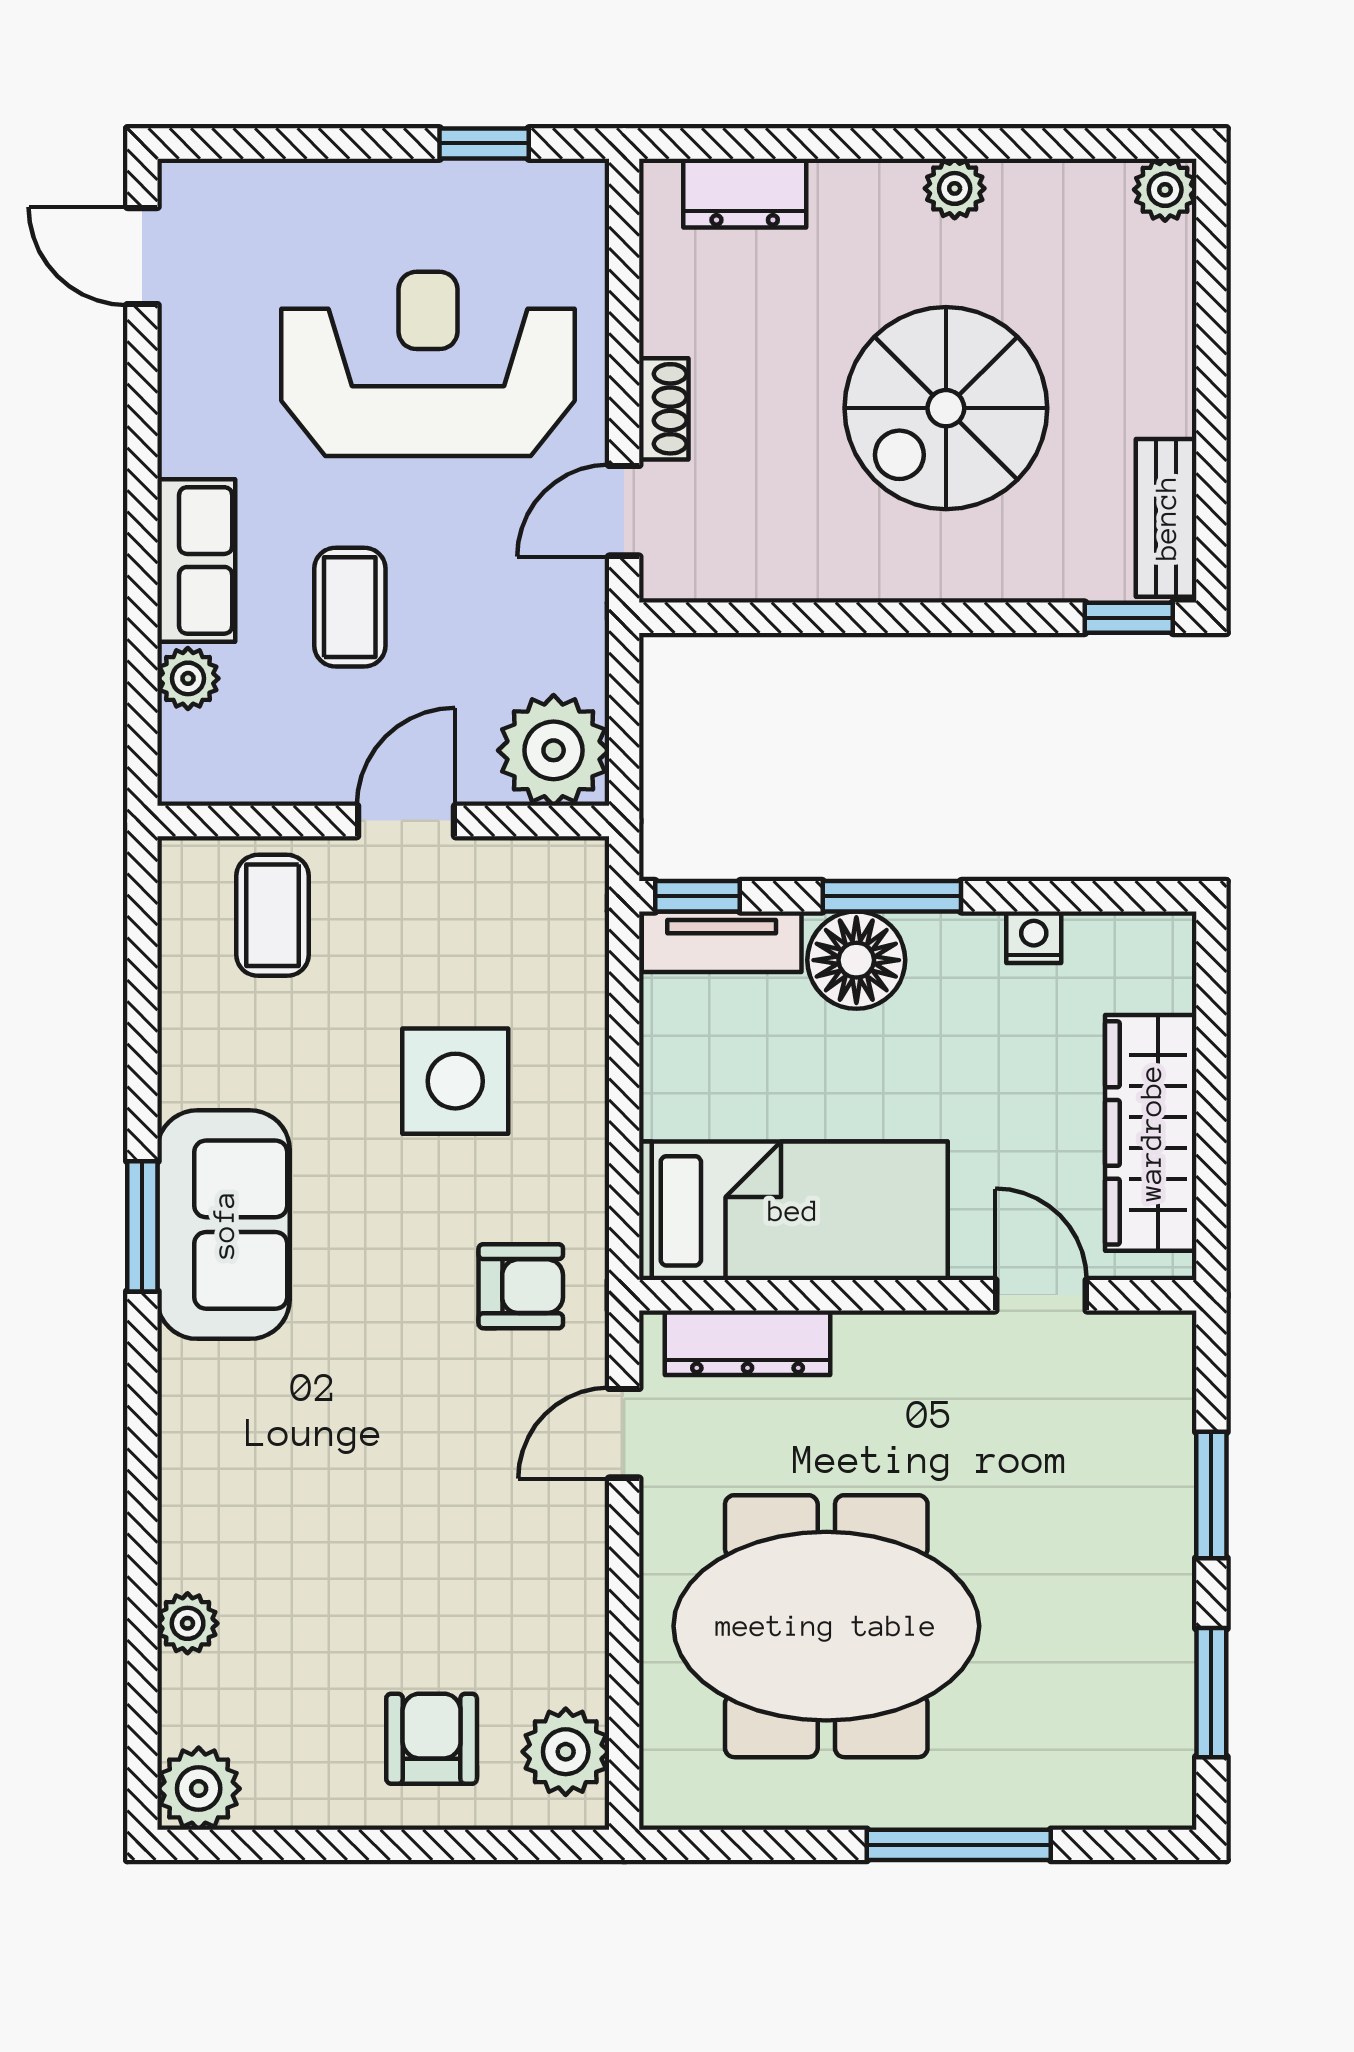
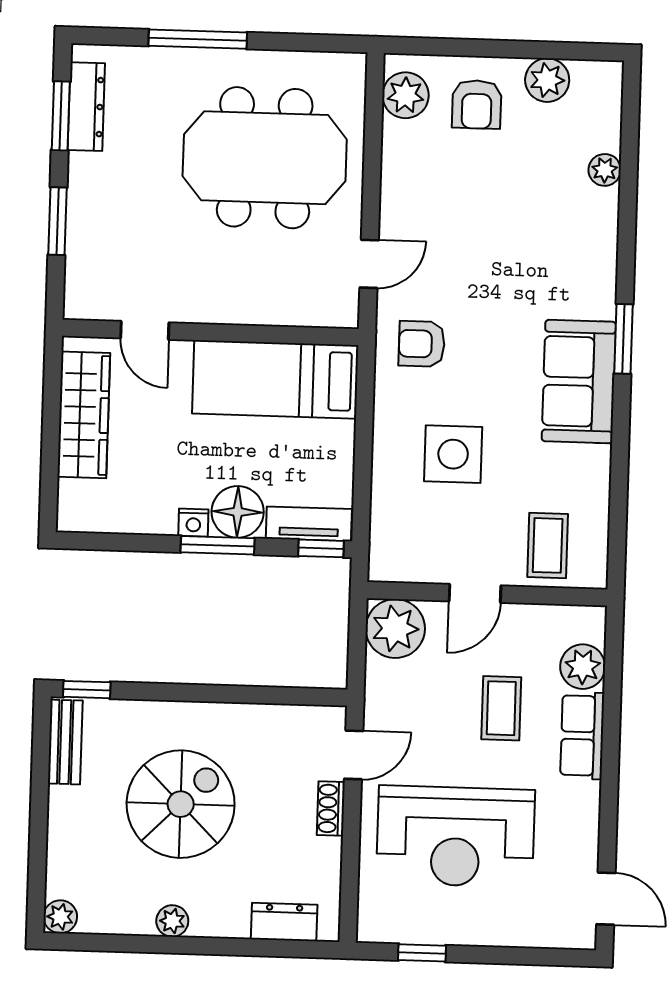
plant: (188, 678) -> (583, 667), width x1.38, depth x1.38
nightstand: (1034, 937) -> (193, 523), moved
window: (142, 1226) -> (623, 339), moved
dresser: (748, 1343) -> (86, 107), moved, turned 90
plant: (199, 1789) -> (547, 80), moved

